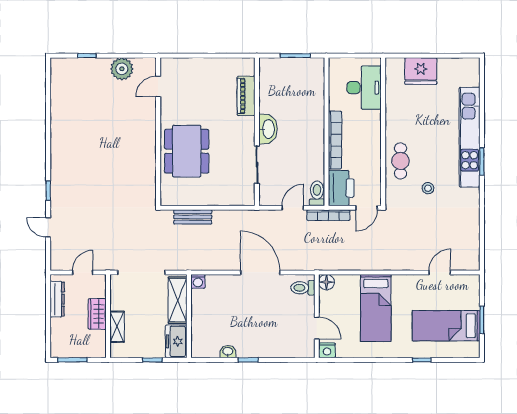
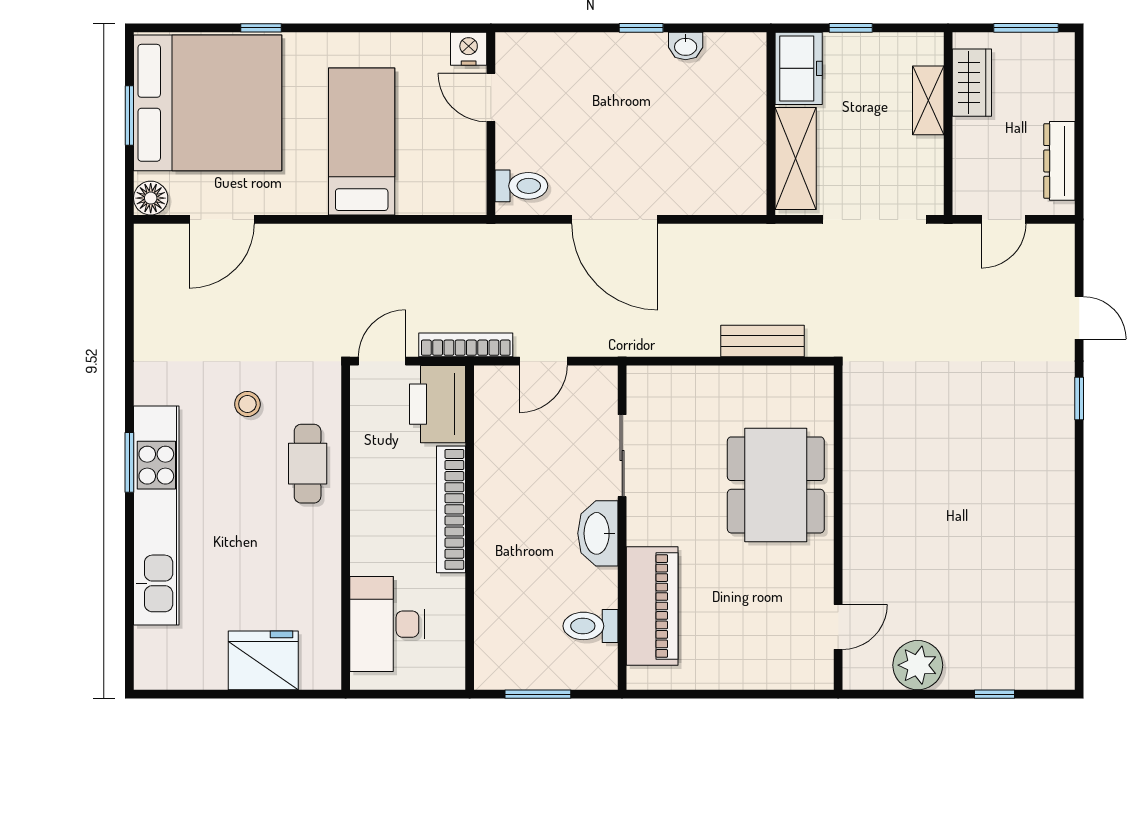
piano: (246, 96) -> (652, 606), width x1.37, depth x1.33
toilet: (317, 193) -> (590, 626), moved, turned 90
door: (440, 272) -> (222, 219), width x1.38
washing machine: (198, 281) -> (751, 200), removed
floor lamp: (326, 282) -> (151, 198), moved
wardrobe: (97, 314) -> (972, 83), moved
bed: (446, 326) -> (208, 103), width x2.04

